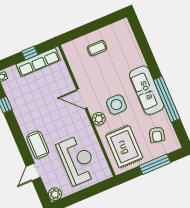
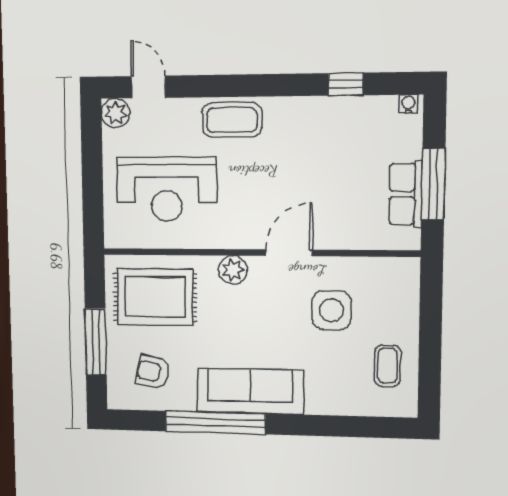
coffee table: (97, 48) -> (388, 366), moved
window: (30, 53) -> (433, 184), width x2.17
row of seats: (38, 62) -> (406, 194), width x0.68
side table: (116, 105) -> (331, 310), moved
door: (33, 172) -> (148, 87), moved

